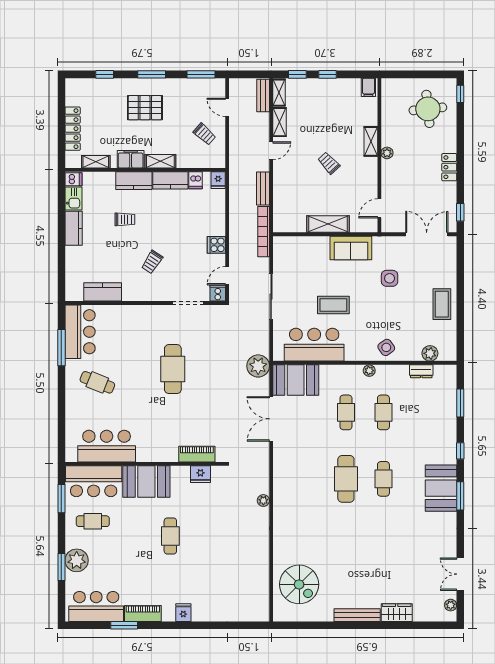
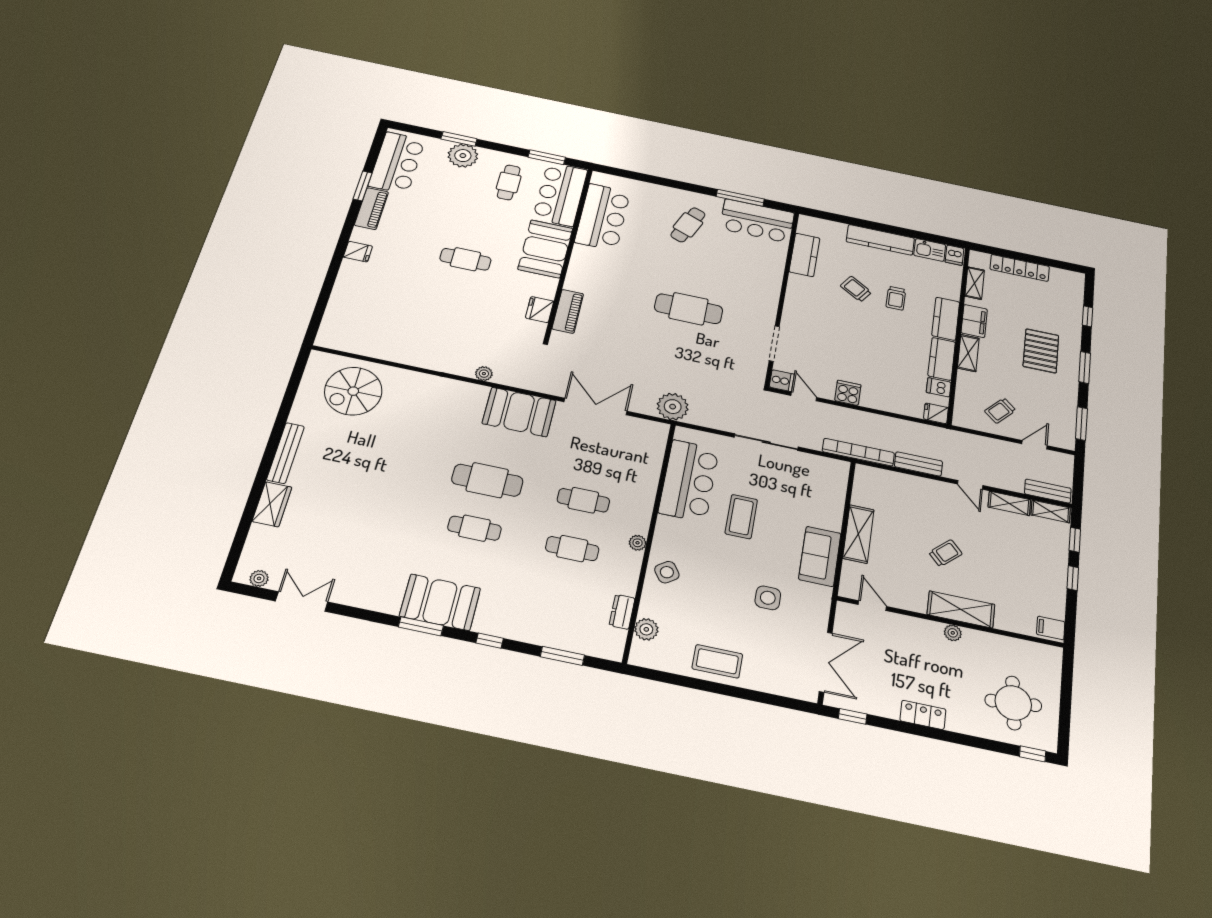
shelving: (371, 141) -> (961, 609), width x1.50, depth x1.33
kitchen counter: (74, 228) -> (880, 240), width x1.50
trolley: (152, 262) -> (856, 289), moved
booth: (296, 380) -> (519, 412), moved, turned 90

